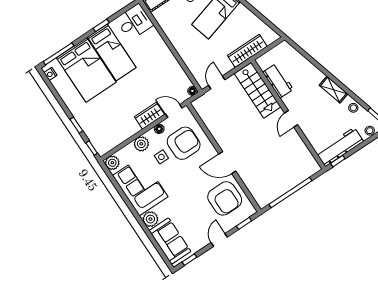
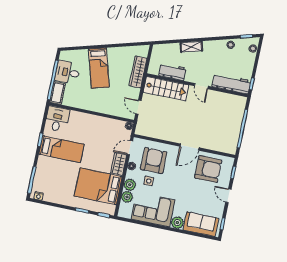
bed: (86, 70) -> (98, 186), moved, turned 180
shelving: (333, 90) -> (191, 47), moved
workbench: (340, 147) -> (231, 84), moved, turned 90
plant: (112, 163) -> (127, 197), moved

